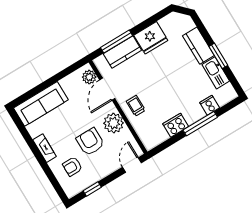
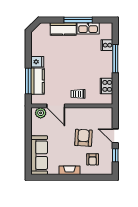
fridge: (151, 38) -> (37, 62), width x0.53, depth x0.75
window: (218, 56) -> (78, 20), width x1.44
plant: (114, 123) -> (80, 115), removed
cooker: (176, 125) -> (106, 86), moved
armchair: (90, 142) -> (83, 138), turned 93
door: (132, 165) -> (115, 136), moved

